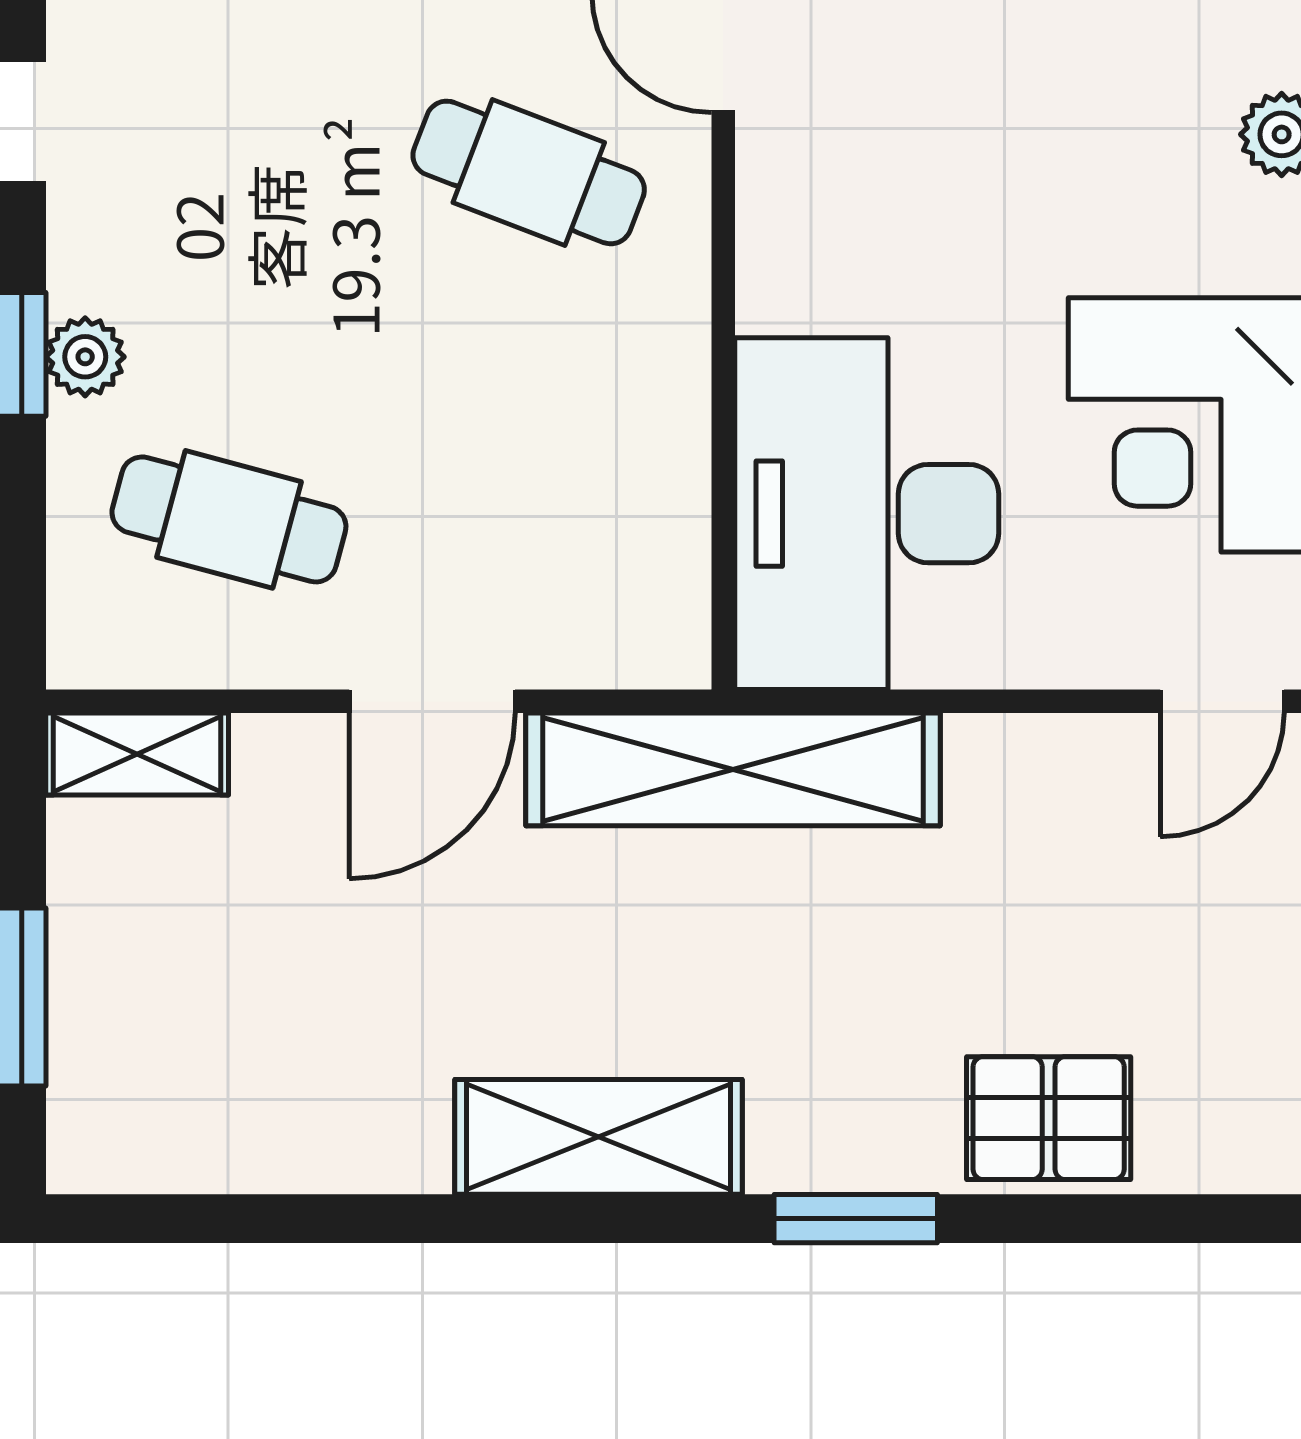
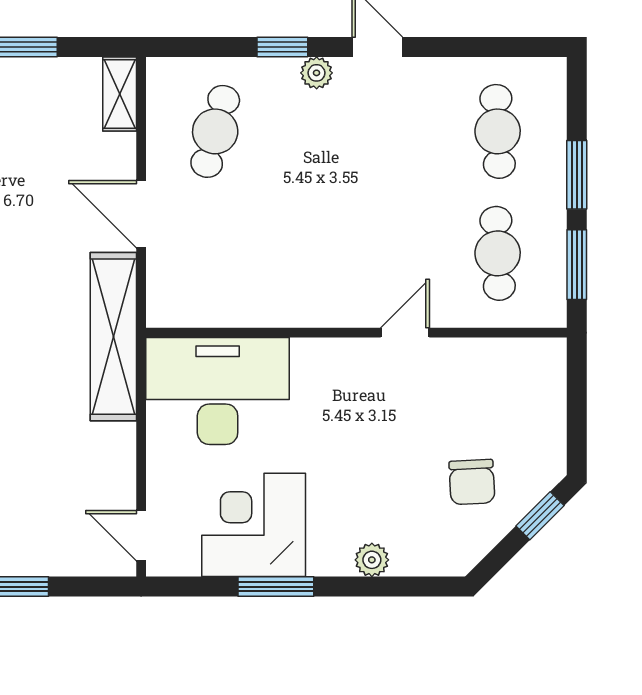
cafe table: (529, 172) -> (356, 253), removed
plant: (85, 357) -> (317, 73), moved

